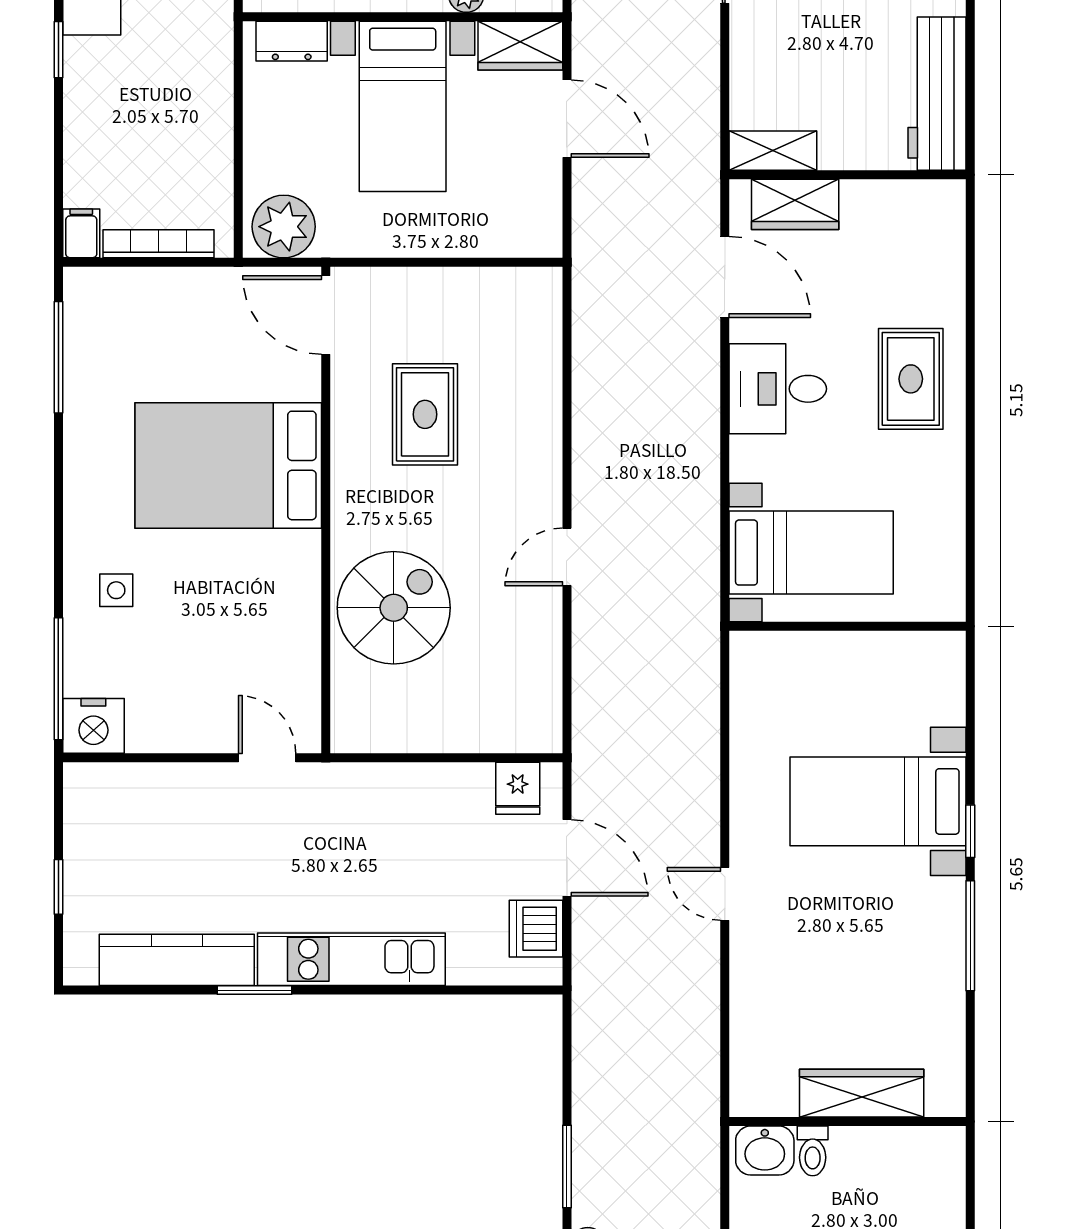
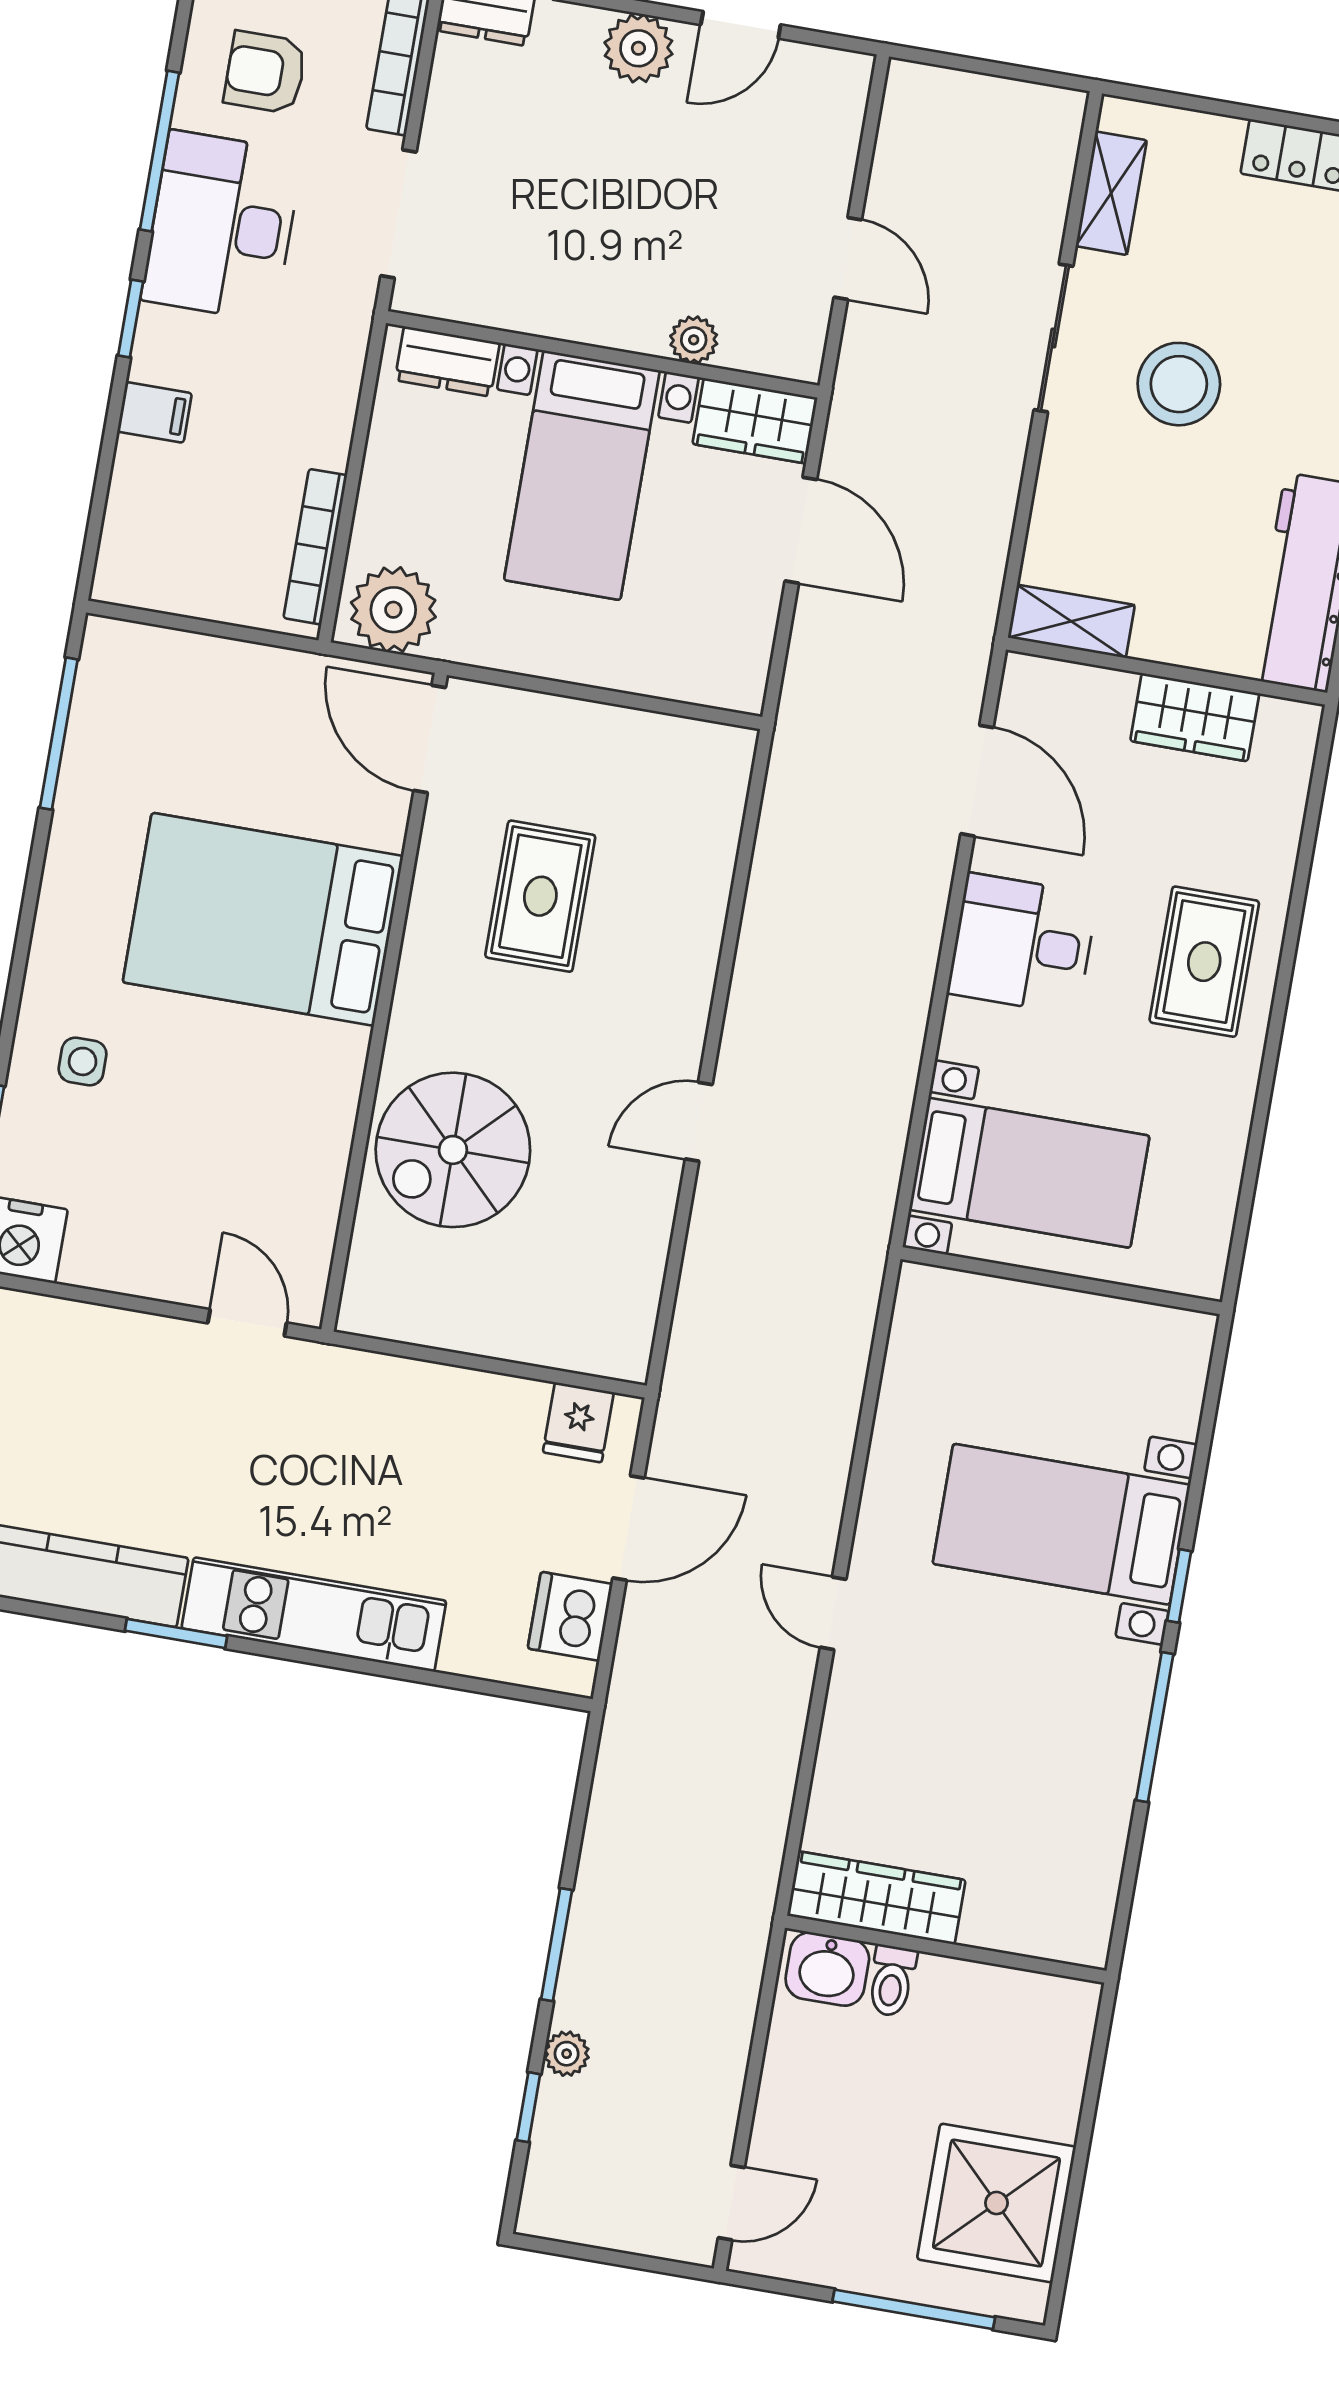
wardrobe: (795, 204) -> (1195, 717), moved
filing cabinet: (81, 233) -> (155, 412), moved, turned 90
bookcase: (159, 244) -> (315, 547), moved, turned -90
spiral stairs: (394, 608) -> (453, 1150), turned 180
door: (567, 858) -> (628, 1528), hinge flipped
wardrobe: (862, 1093) -> (876, 1898), moved

